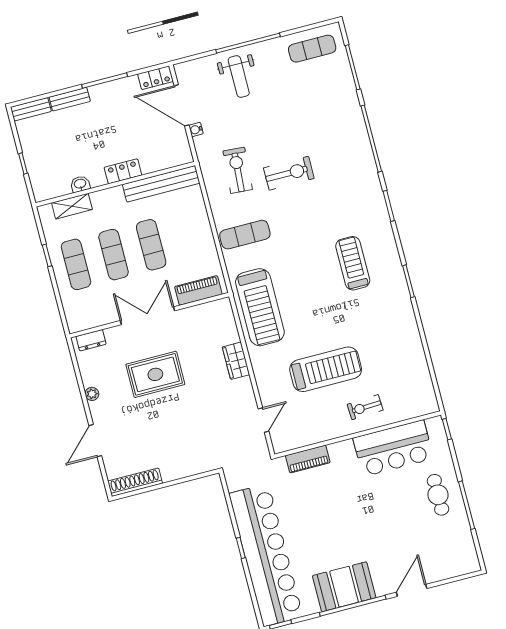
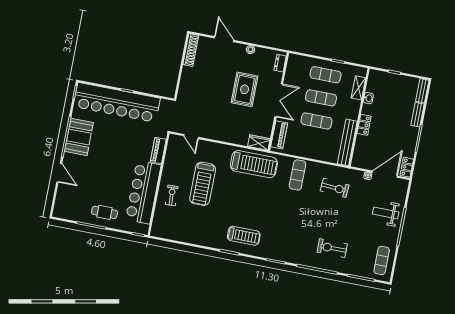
exercise bike: (289, 173) -> (332, 248), moved, turned 90
treadmill: (353, 263) -> (244, 236), moved
treadmill: (260, 307) -> (254, 164), turned 180
wardrobe: (236, 361) -> (259, 142), moved
bar counter: (393, 448) -> (143, 192), width x1.36

